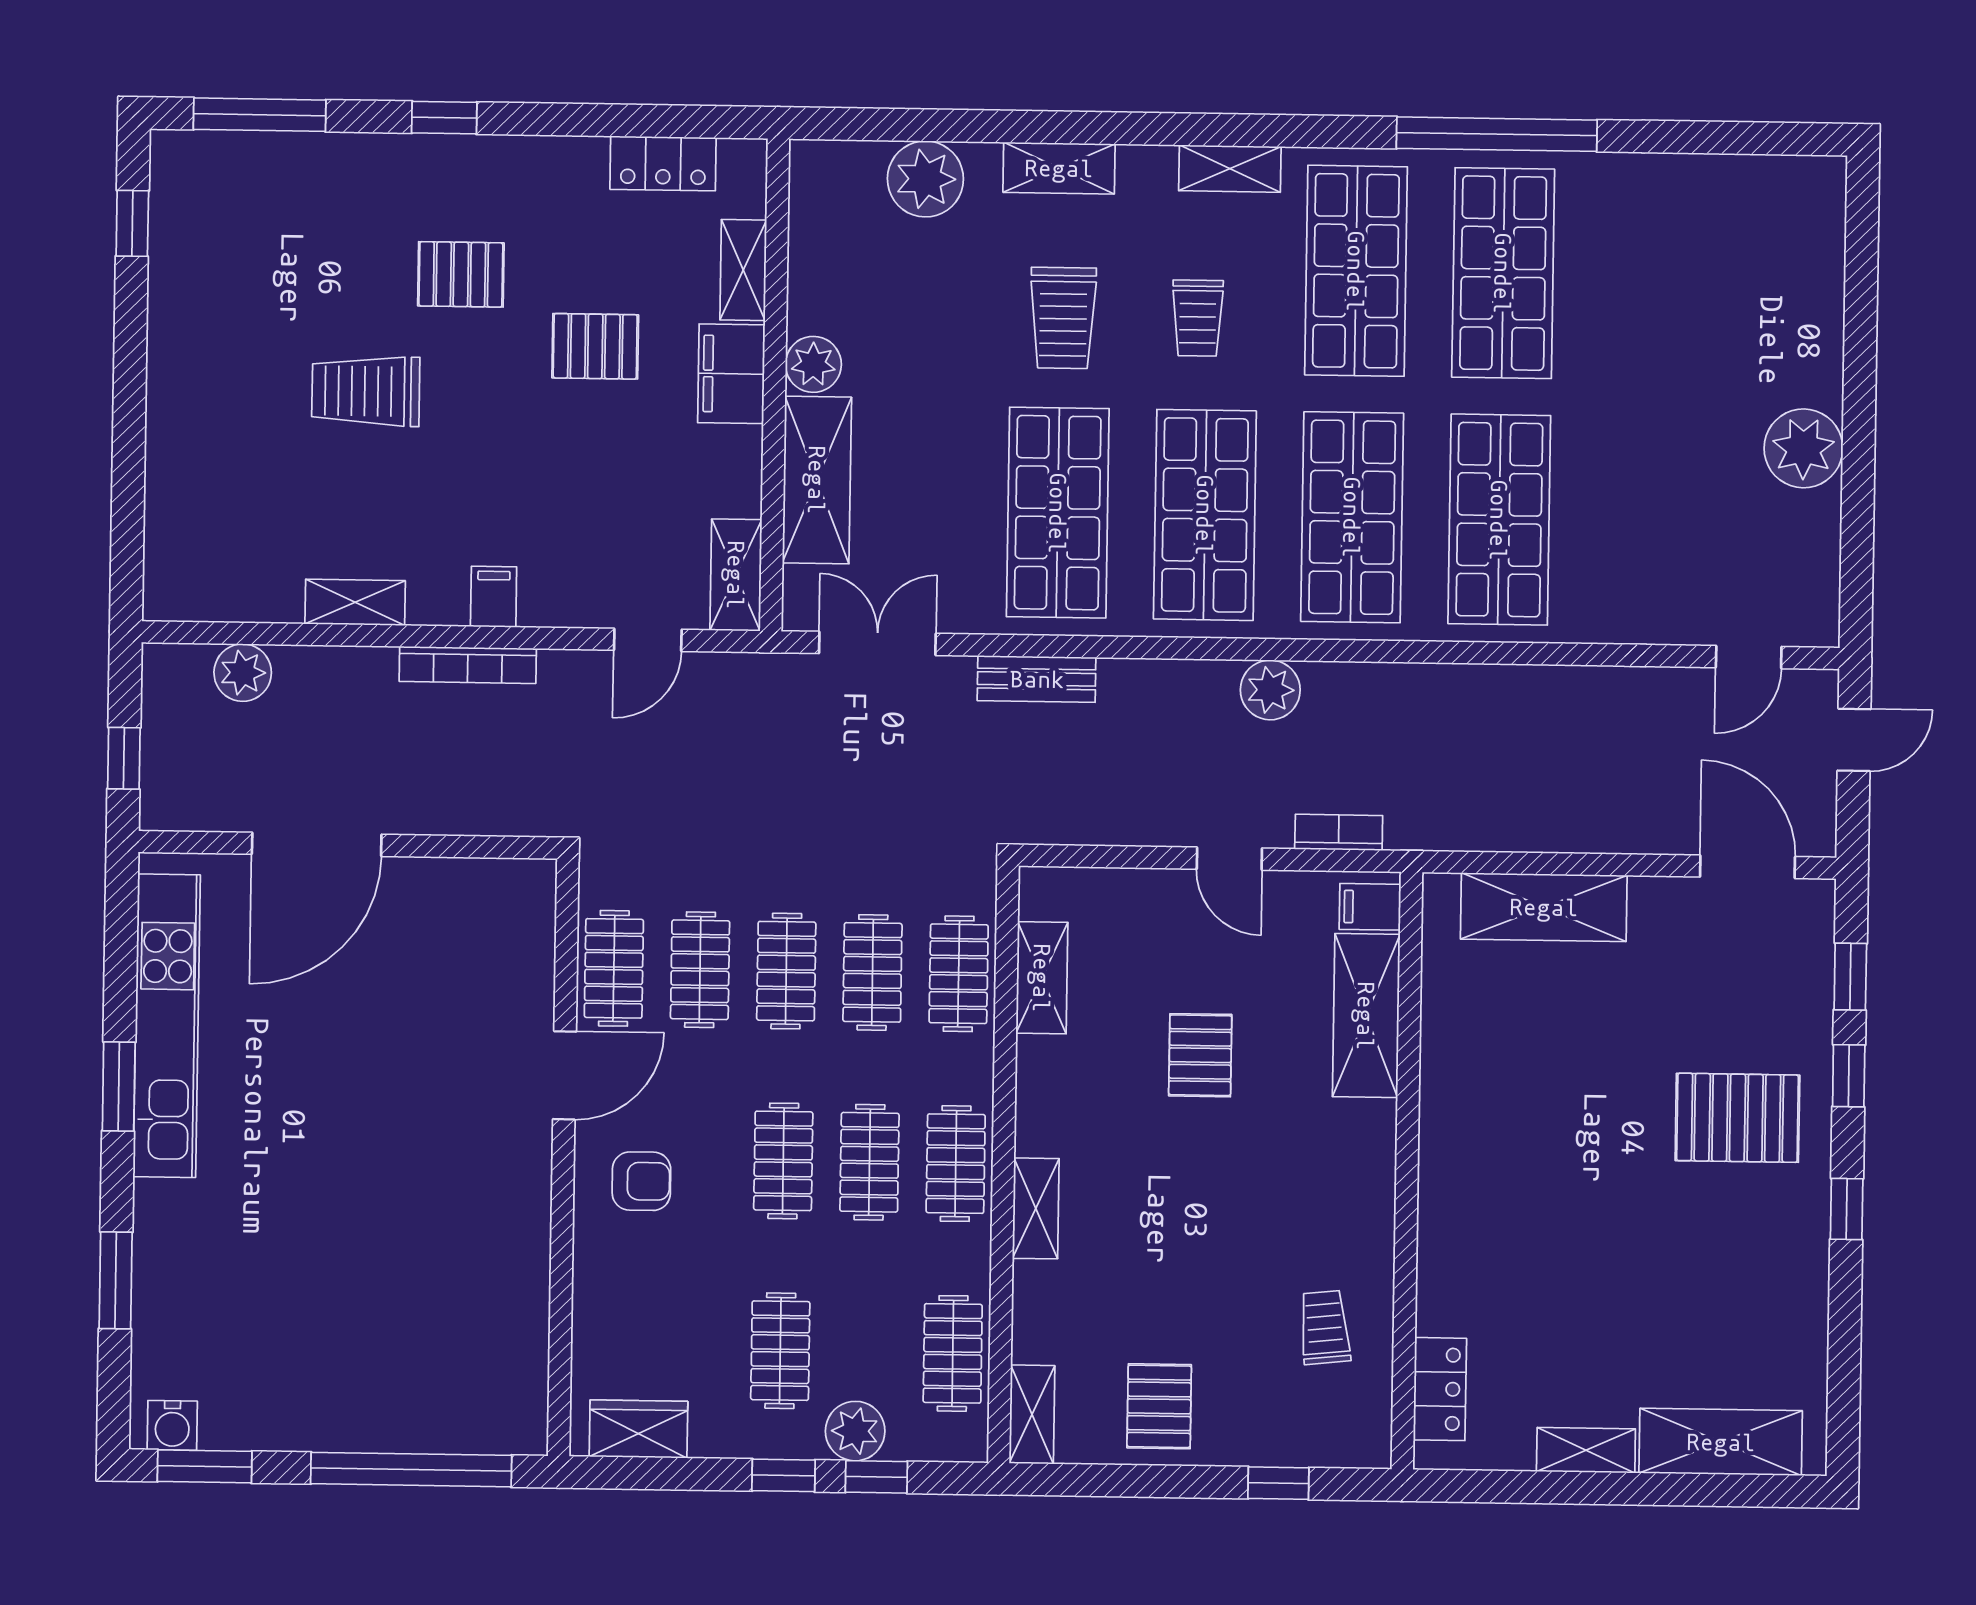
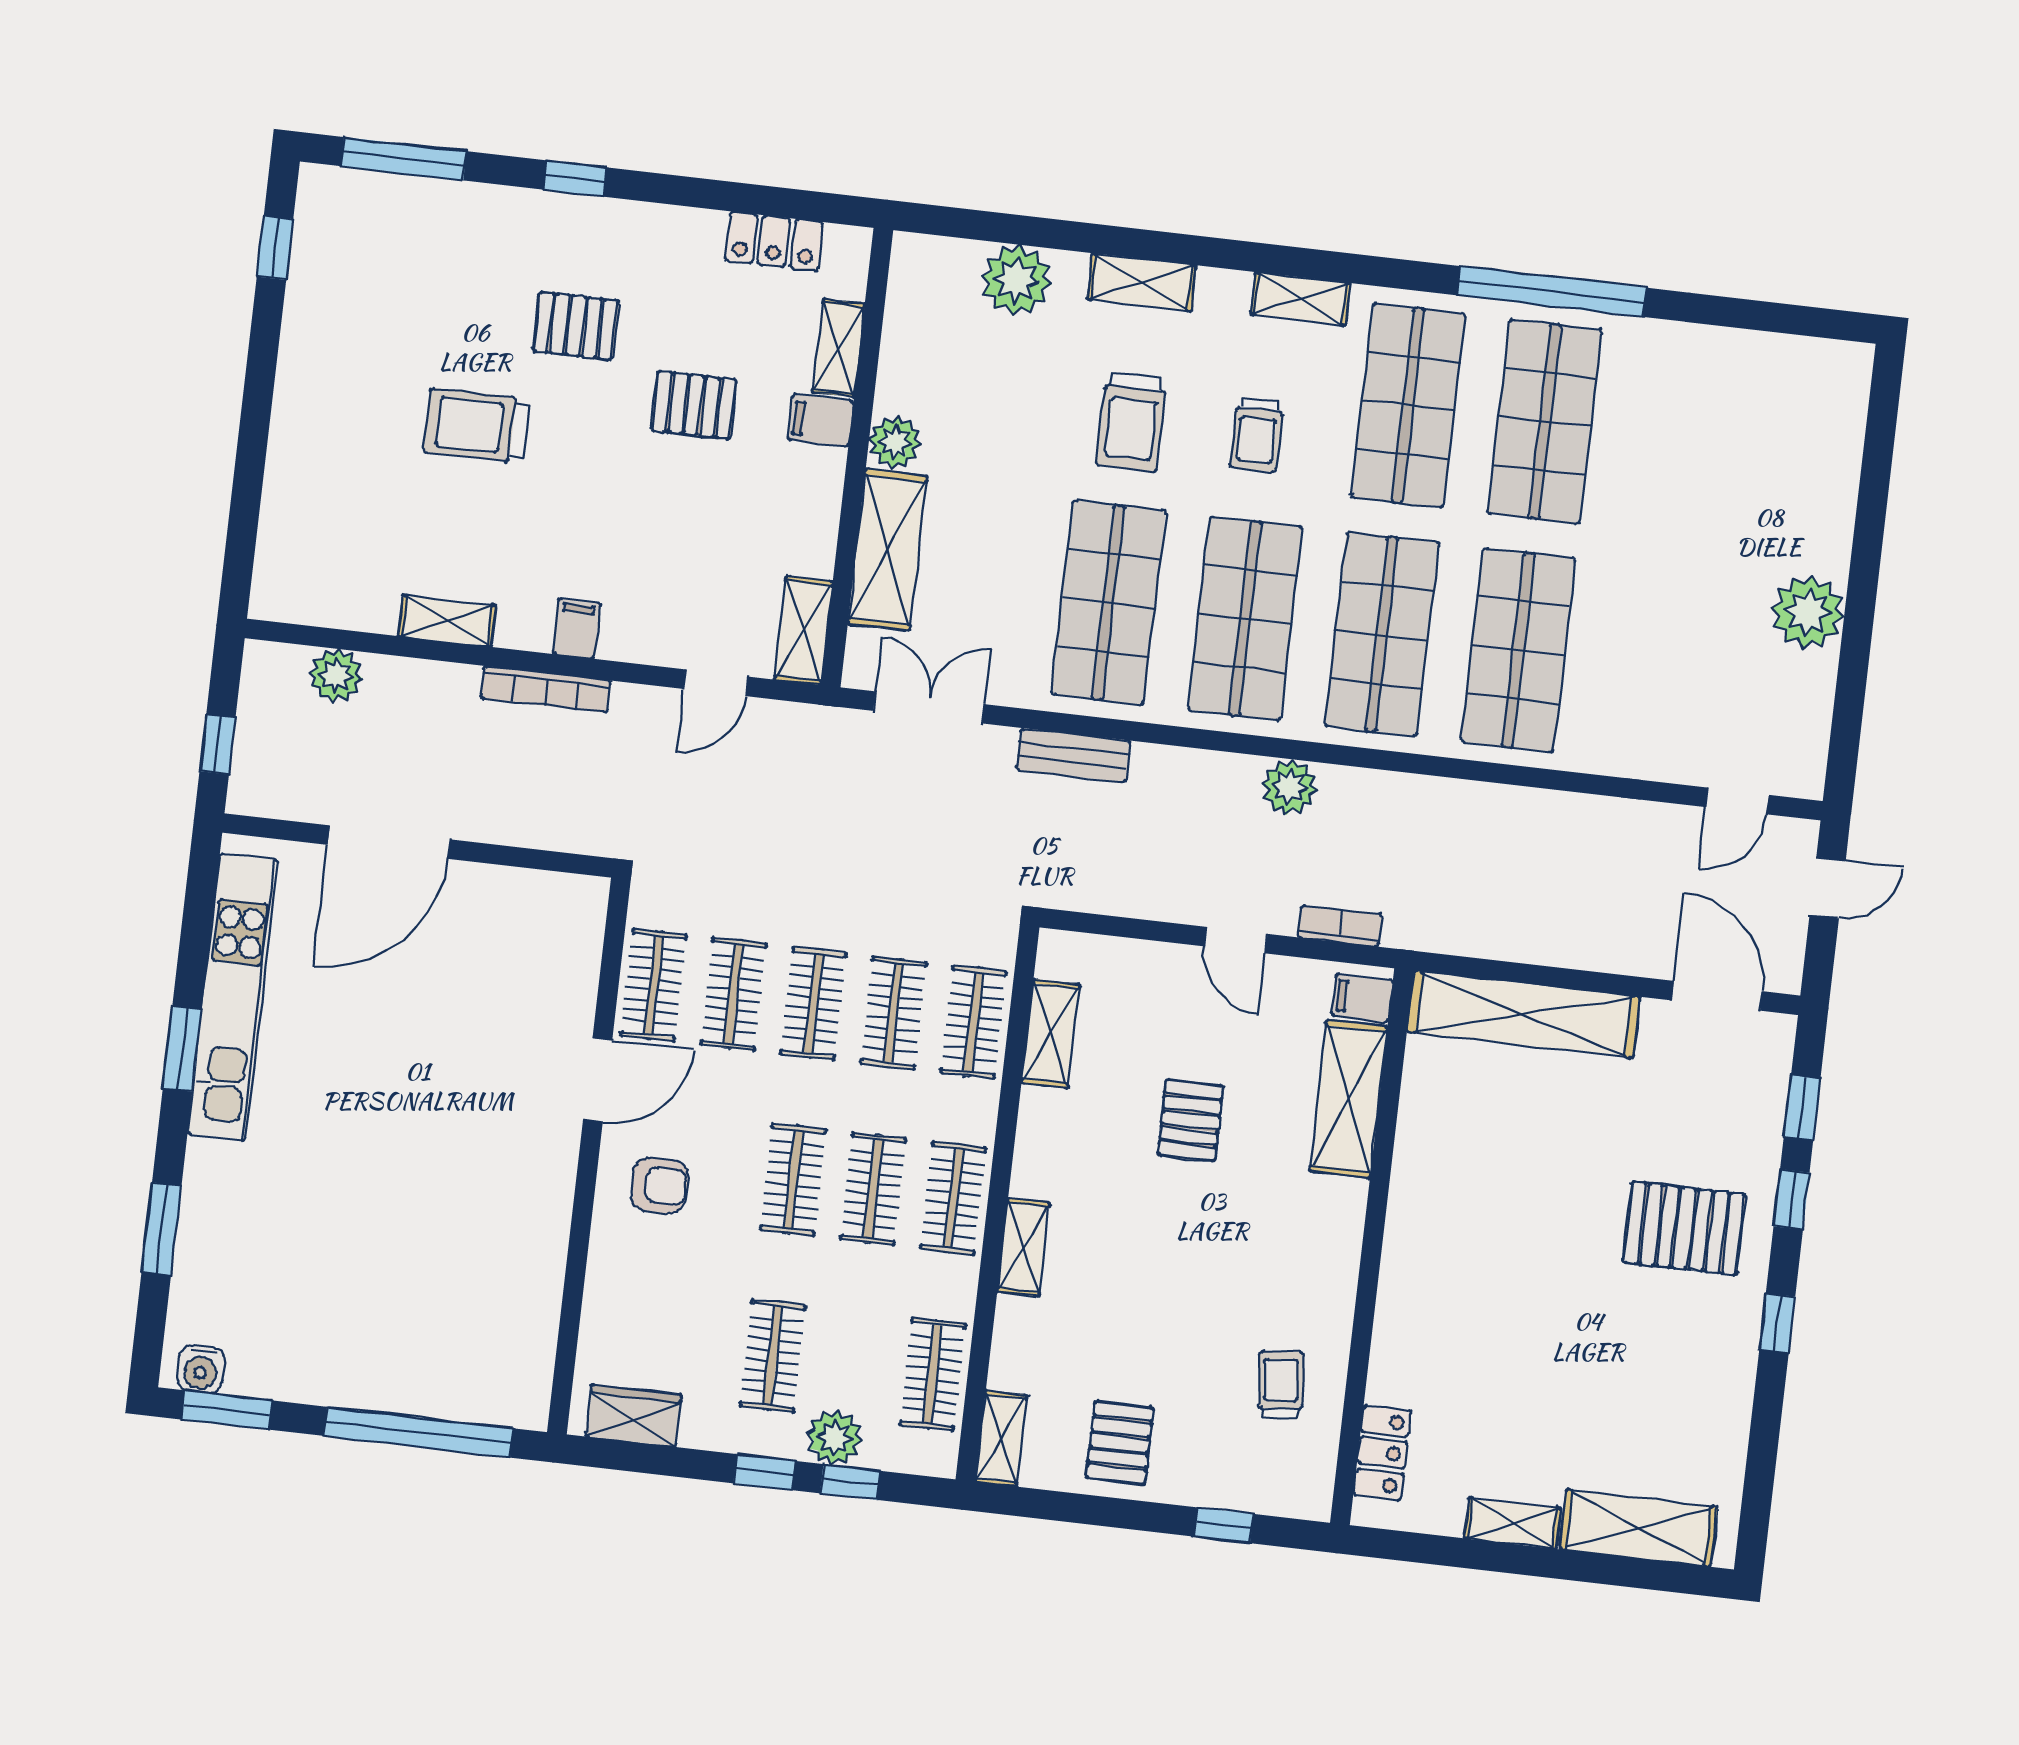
filing cabinet: (731, 374) -> (821, 420), width x0.50
shelving: (1544, 907) -> (1524, 1014), width x1.47

